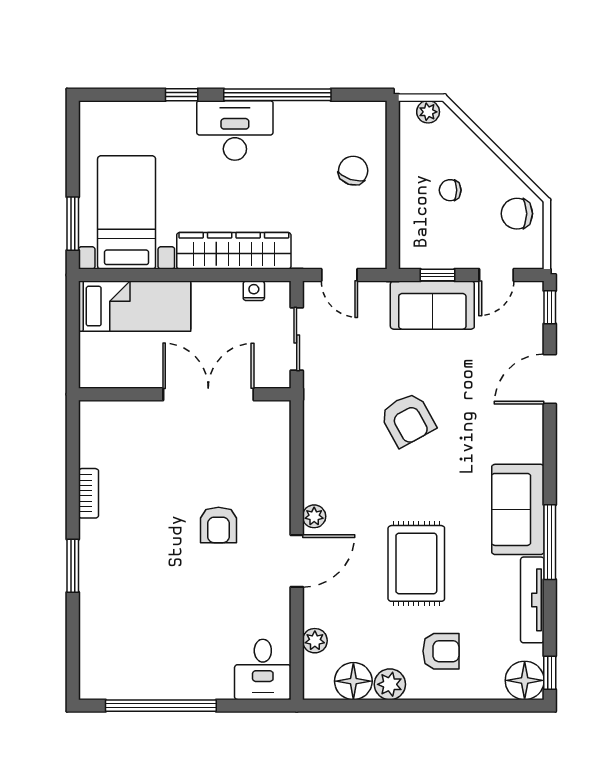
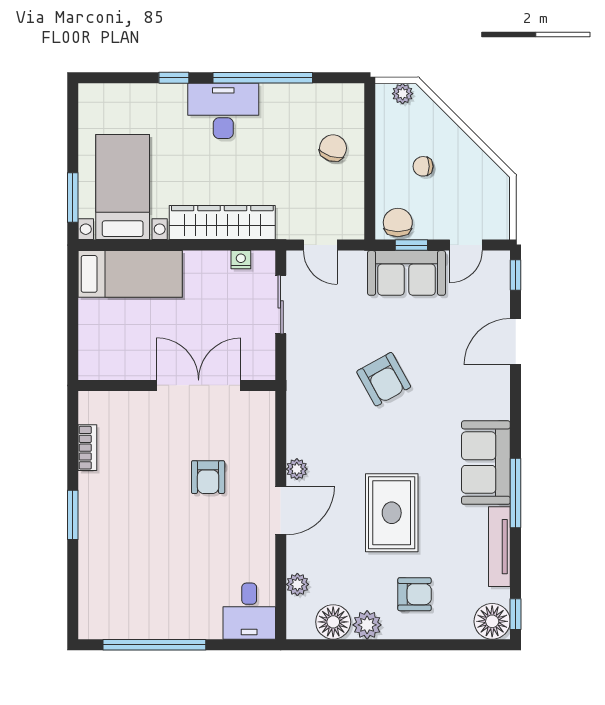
chair: (517, 214) -> (398, 222), moved, turned 90
wall: (185, 394) -> (177, 385), moved
double door: (208, 394) -> (199, 385), moved

